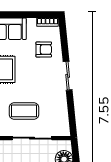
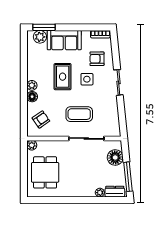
armchair: (44, 49) -> (97, 59), turned 180
side table: (33, 72) -> (87, 79), added

